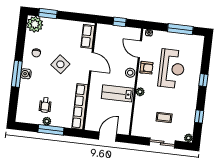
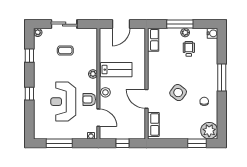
water cooler: (26, 74) -> (212, 33), moved
row of seats: (80, 106) -> (153, 40), width x0.50

